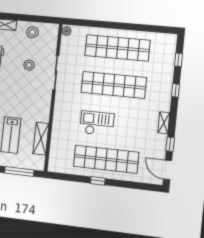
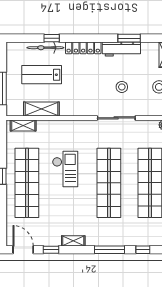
window: (175, 90) -> (109, 250), width x2.17
shelving: (54, 157) -> (23, 125), added
door: (168, 170) -> (23, 250), hinge flipped

